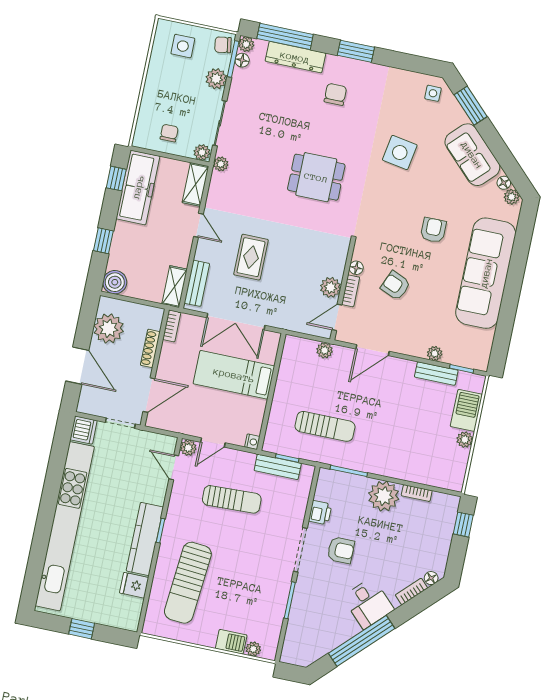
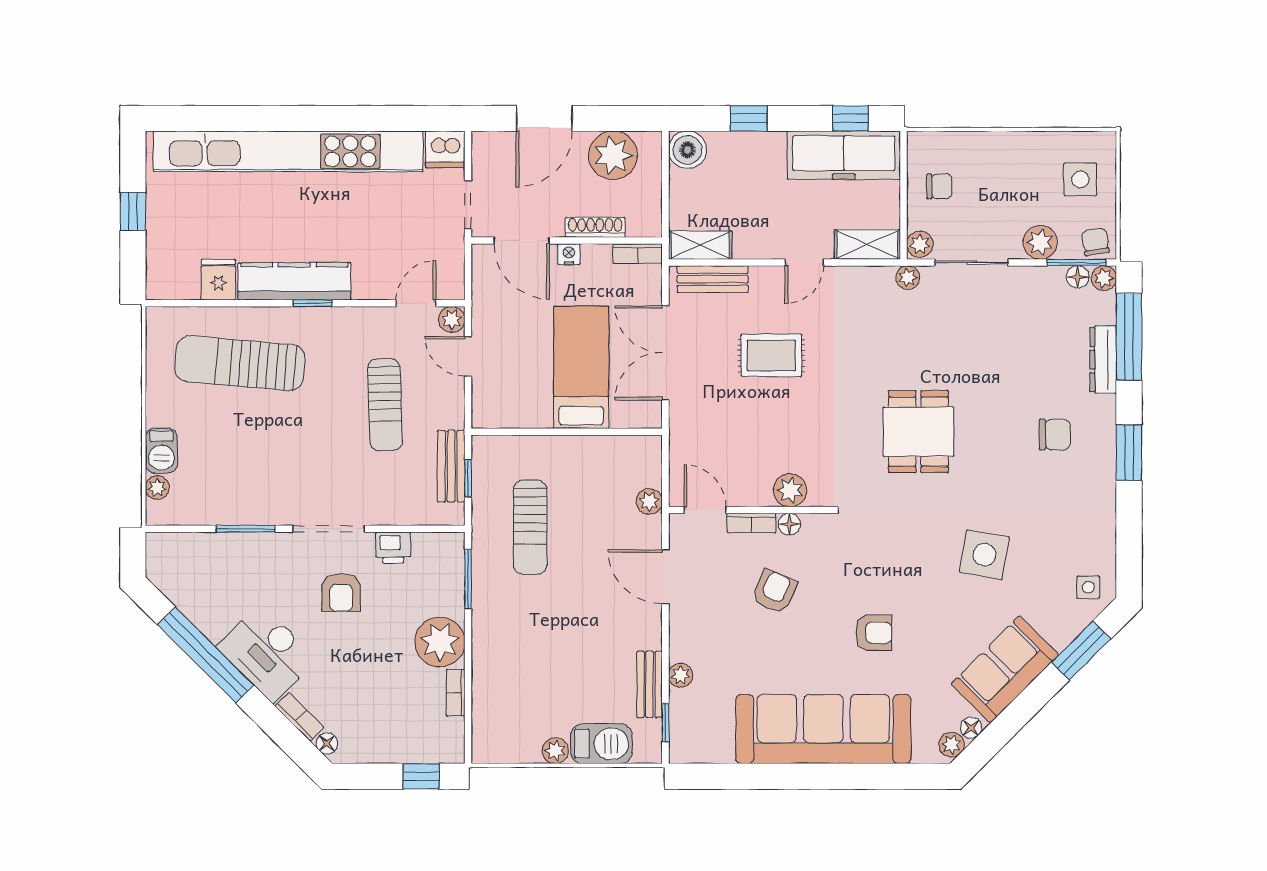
dresser: (295, 57) -> (1103, 360), width x0.73, depth x0.80
plant: (330, 287) -> (790, 490), moved
nightstand: (252, 442) -> (569, 254), moved, turned 180
desk: (368, 603) -> (267, 653), width x1.37

